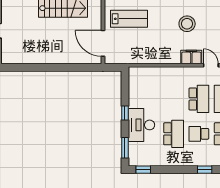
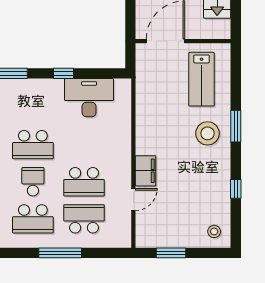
stool: (187, 24) -> (208, 133), moved
desk: (141, 125) -> (89, 98), moved

